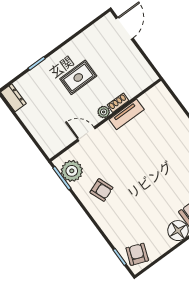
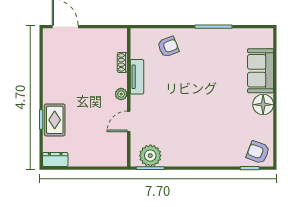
rug: (78, 77) -> (55, 120), moved
shoe rack: (118, 103) -> (122, 62), moved
armchair: (101, 190) -> (168, 47), moved

